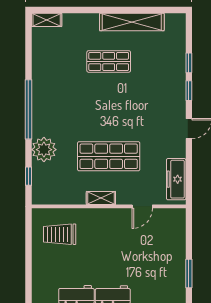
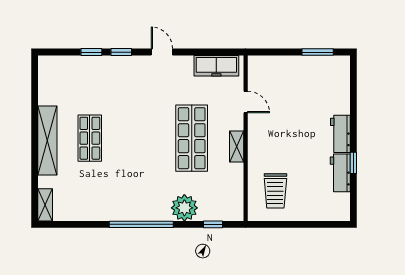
shelving: (132, 22) -> (47, 140), moved

